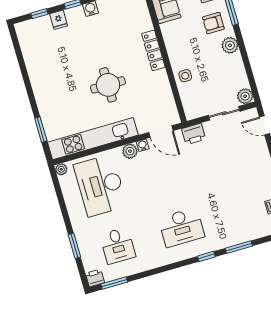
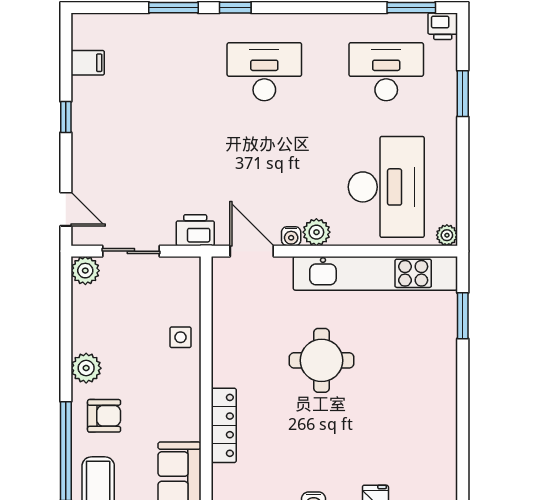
locker: (153, 50) -> (224, 425), moved
desk: (118, 246) -> (386, 72), width x1.37

